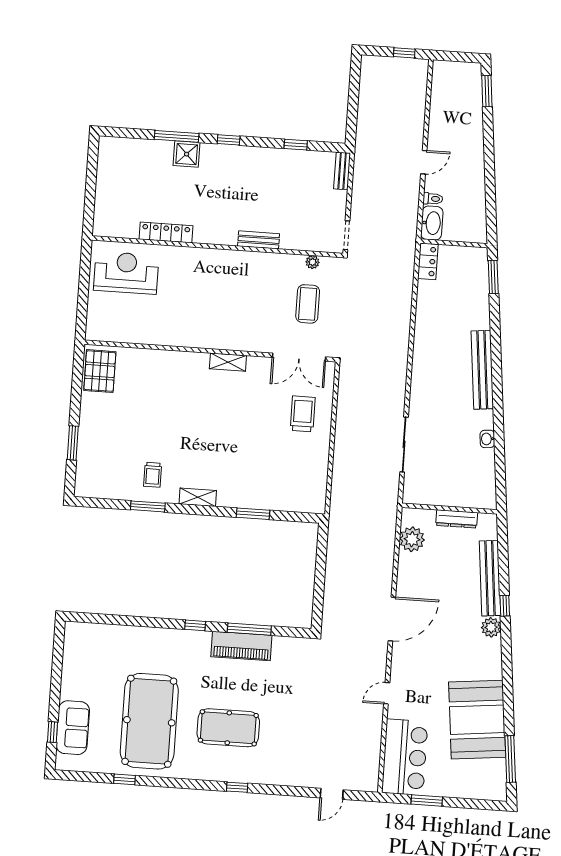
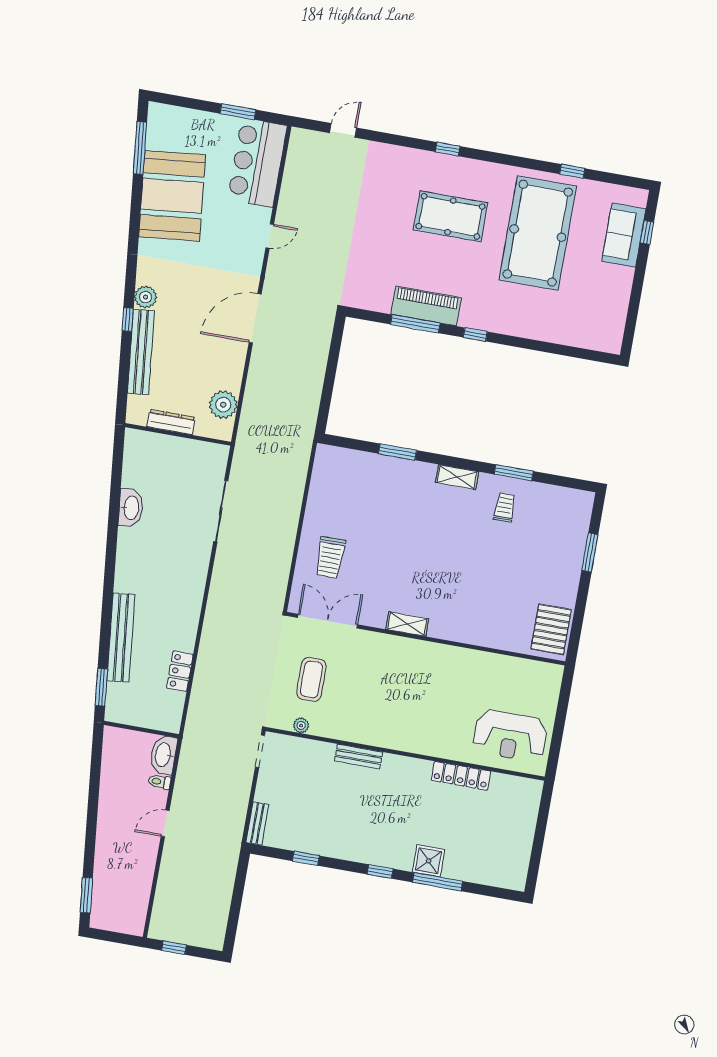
locker: (428, 261) -> (180, 671), moved
bench: (482, 370) -> (121, 638), moved
washbasin: (487, 439) -> (131, 508), width x1.91, depth x1.45

